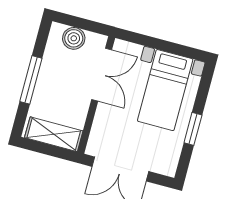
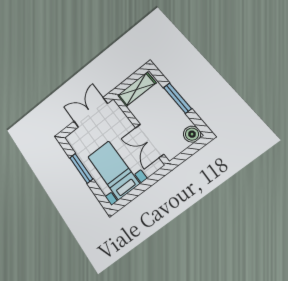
boiler: (74, 38) -> (192, 134), moved
window: (193, 129) -> (81, 168), width x1.44

